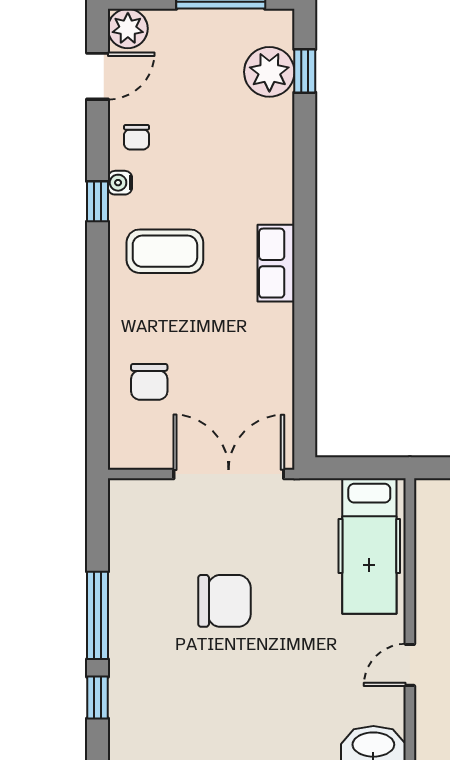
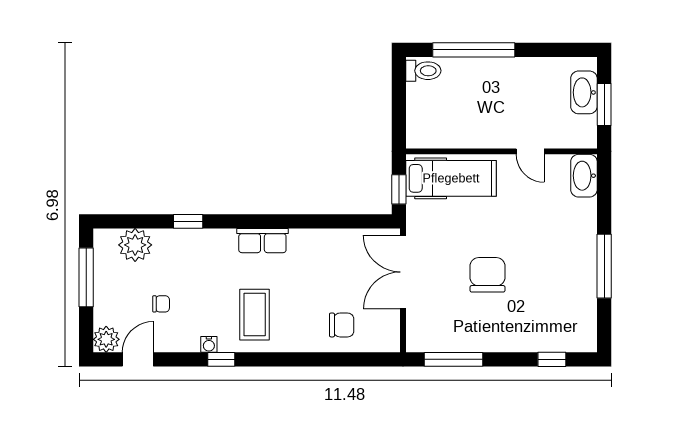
window: (305, 71) -> (188, 221), moved
door: (98, 76) -> (138, 359), hinge flipped
chair: (137, 137) -> (161, 304), moved
window: (353, 468) -> (399, 189), added
window: (98, 615) -> (453, 359), moved

